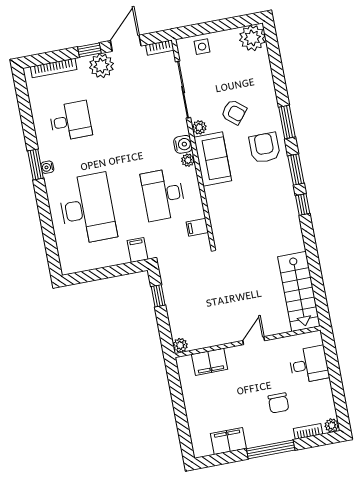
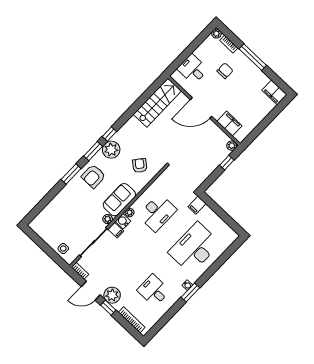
plant: (252, 38) -> (111, 150), moved
armchair: (234, 112) -> (140, 166), moved
filing cabinet: (197, 227) -> (116, 230), moved
window: (158, 296) -> (227, 163), moved
door: (254, 341) -> (201, 108), width x1.87
filing cabinet: (228, 441) -> (274, 92), moved

